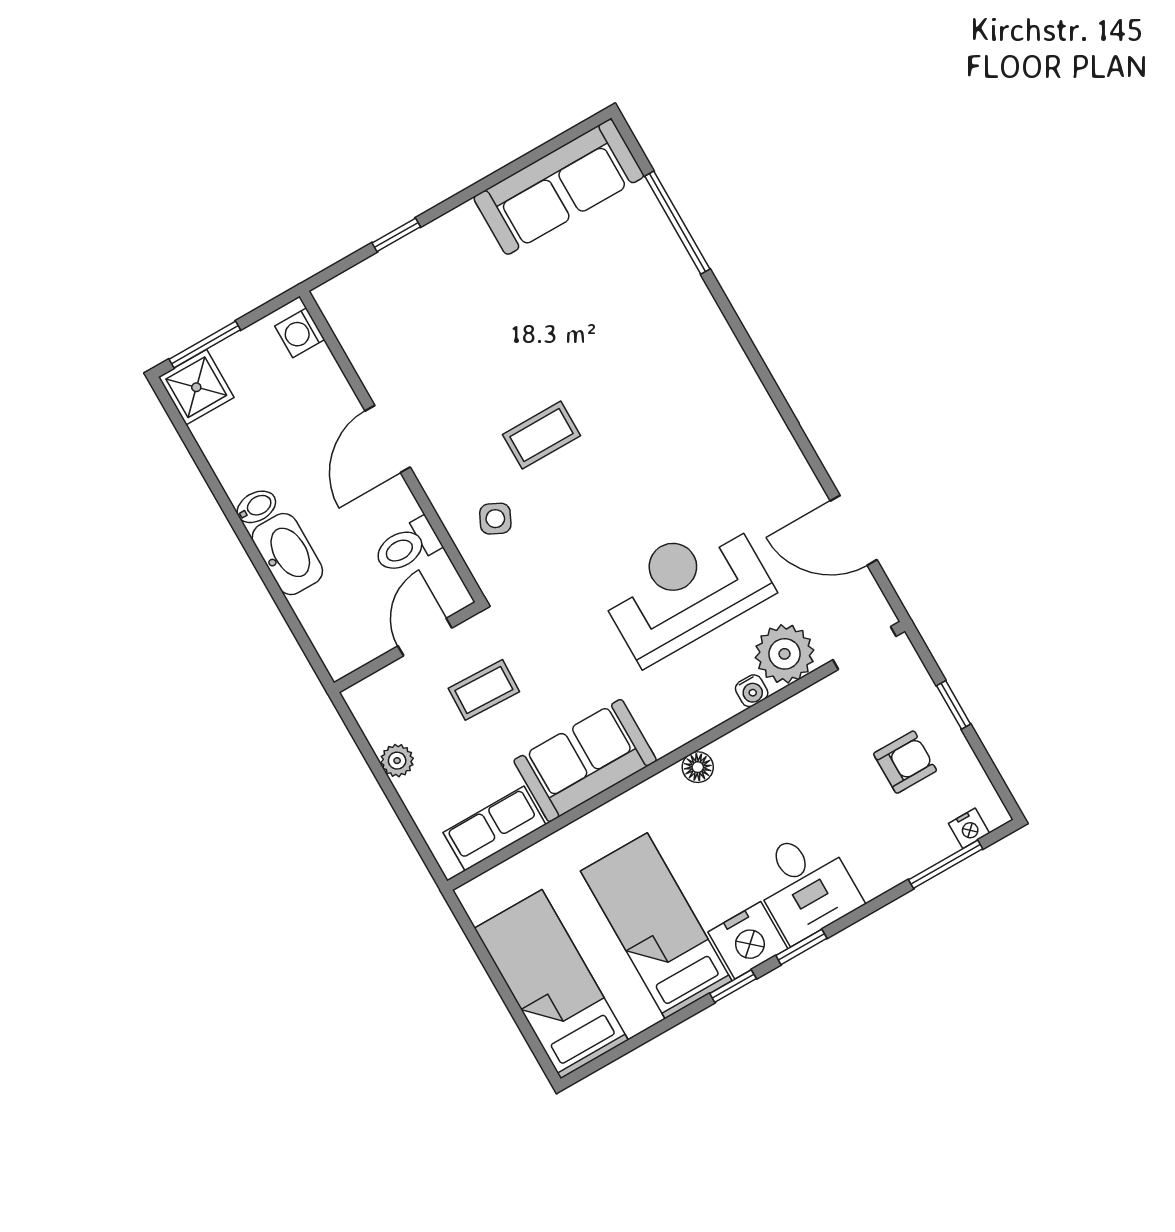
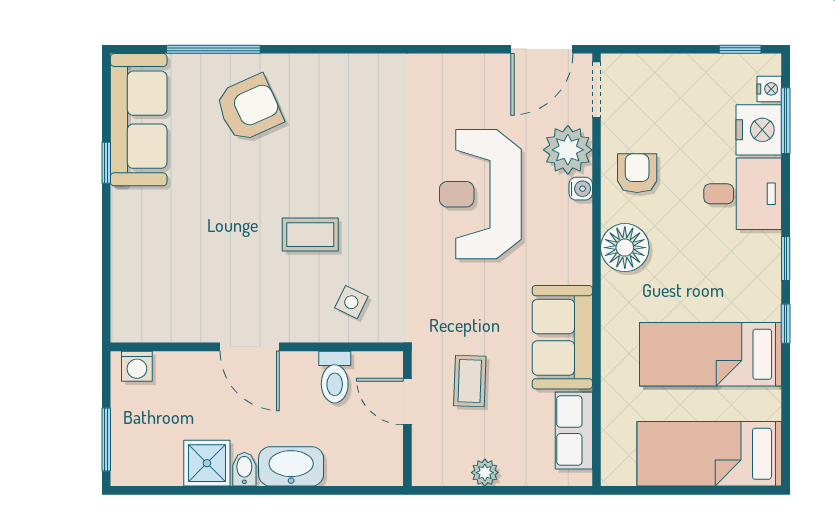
window: (396, 235) -> (106, 163), moved
armchair: (637, 295) -> (249, 108), added
shower: (196, 387) -> (207, 463), moved
coffee table: (541, 435) -> (310, 235), turned 90
door: (854, 530) -> (542, 49), moved
window: (954, 705) -> (740, 49), moved
armchair: (905, 762) -> (637, 173), moved
floor lamp: (698, 767) -> (625, 248), width x1.89, depth x1.89
desk: (805, 885) -> (743, 194), moved
nightstand: (748, 940) -> (759, 130), moved

